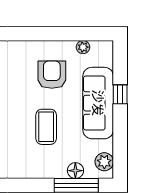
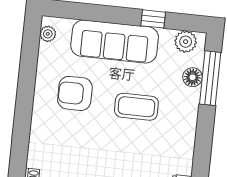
plant: (83, 47) -> (48, 34), moved
window: (120, 94) -> (153, 19), moved

